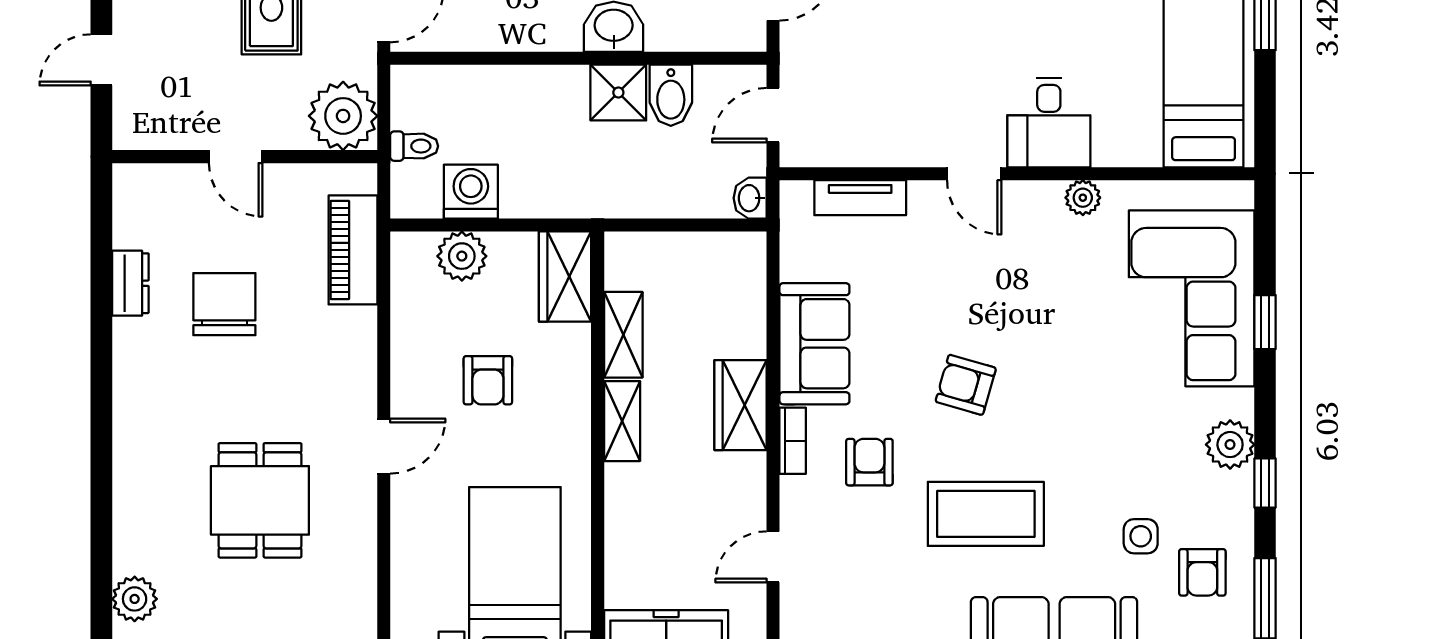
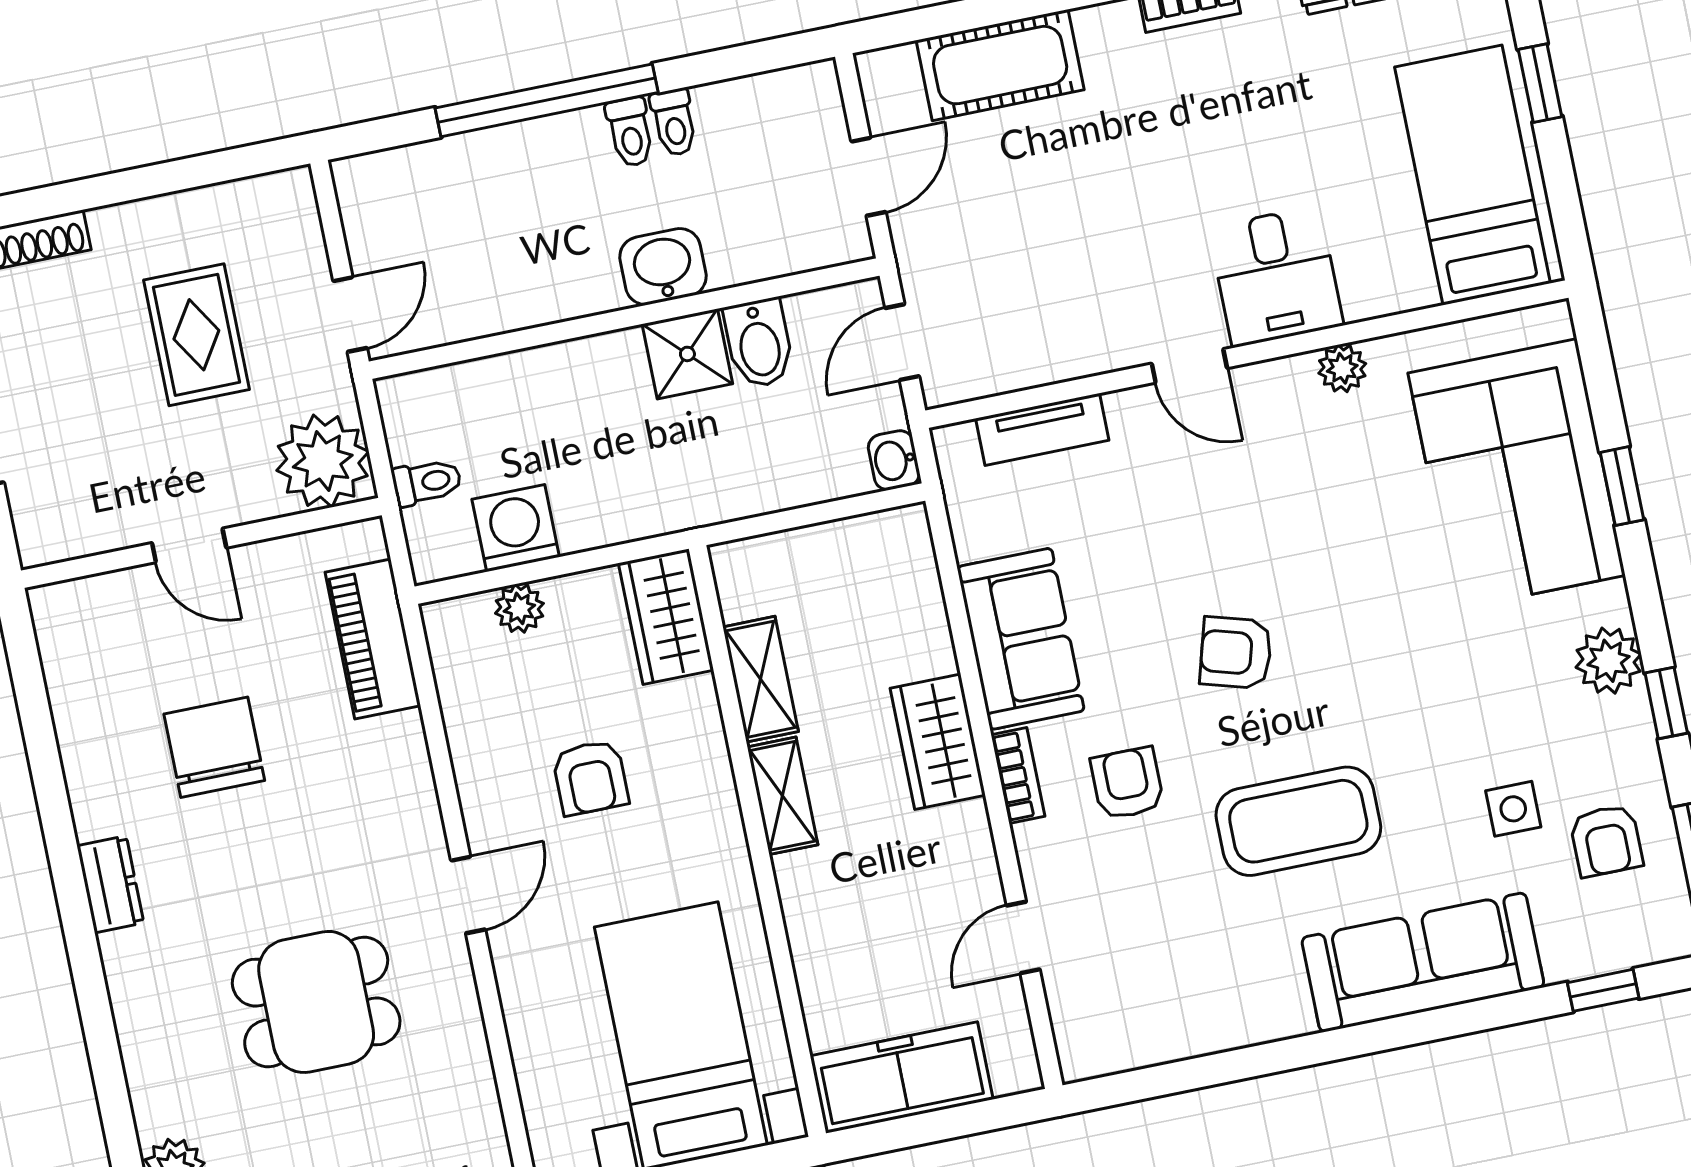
plant: (462, 256) -> (519, 608), width x0.73, depth x0.73
dresser: (130, 283) -> (110, 884), moved
dining table: (260, 500) -> (316, 1002), turned 90

